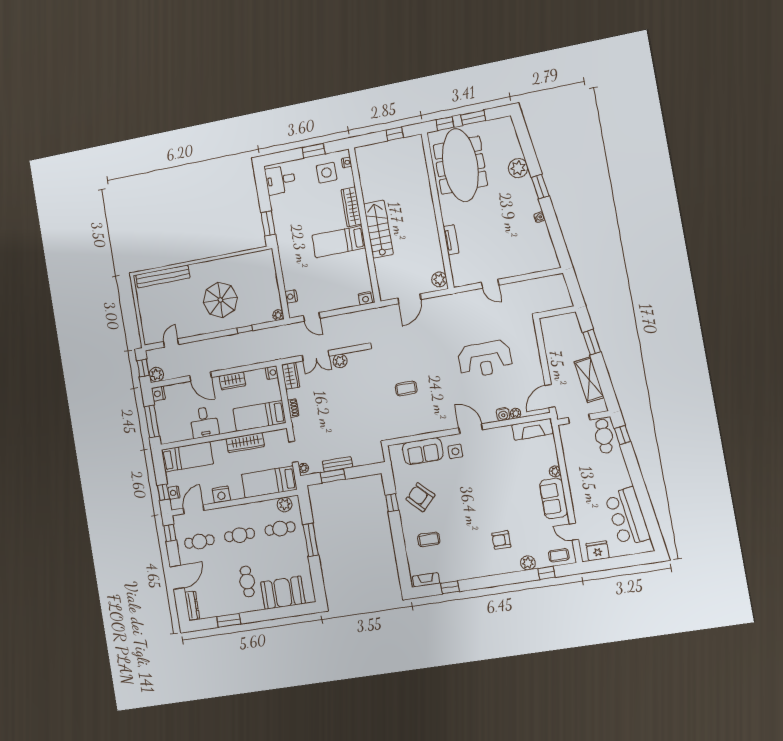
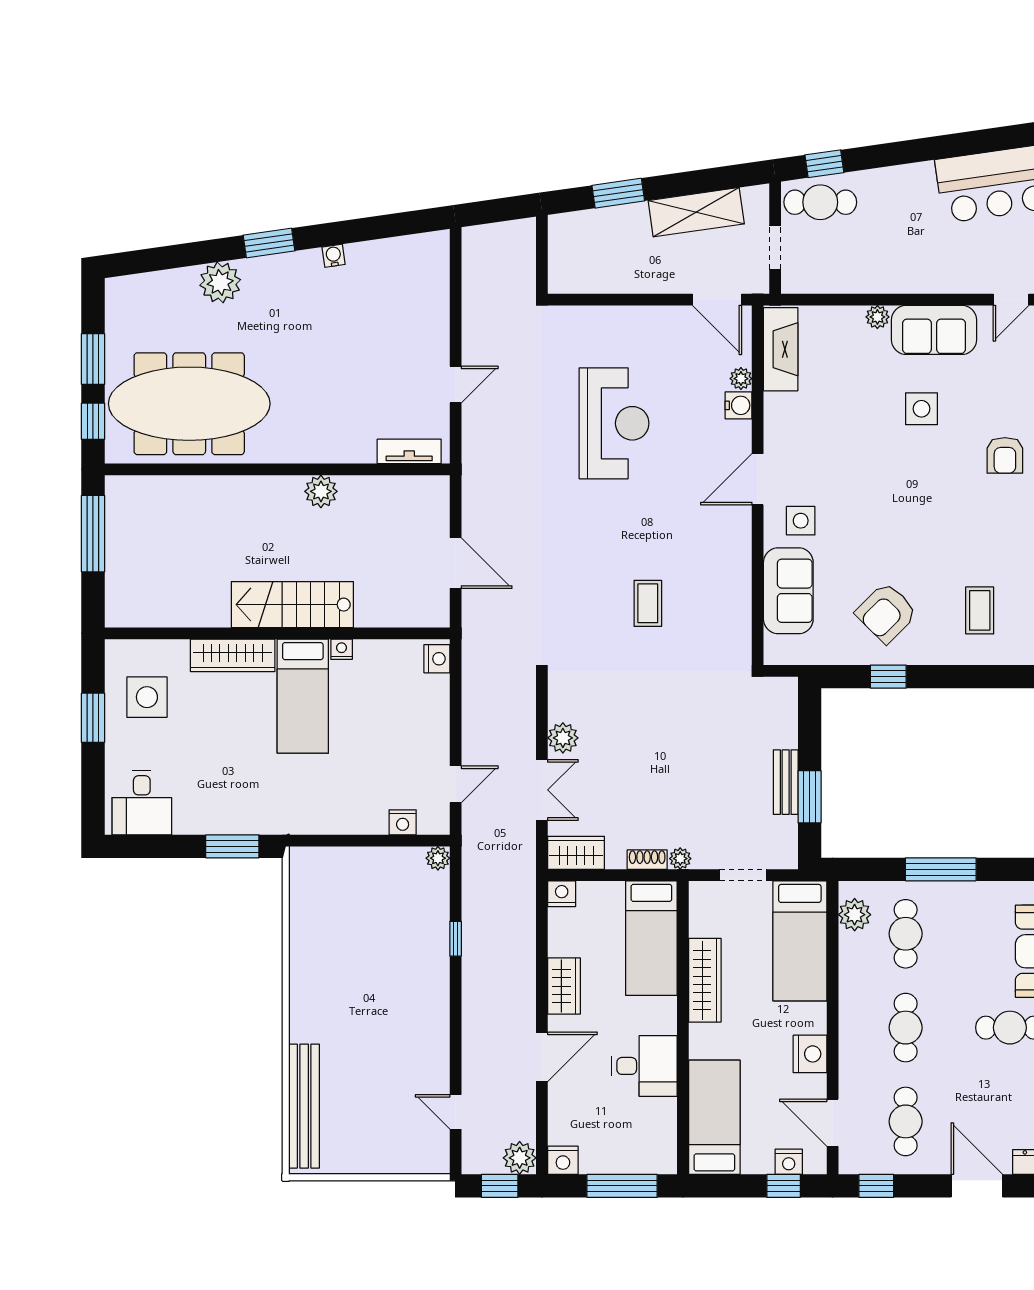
window: (395, 134) -> (93, 534), width x2.17
nightstand: (347, 162) -> (342, 649), moved
tv unit: (451, 240) -> (409, 451), moved
plant: (439, 279) -> (321, 491), moved
parasol: (220, 300) -> (381, 983), removed
plant: (304, 468) -> (680, 859), moved
side table: (516, 498) -> (921, 409), added

